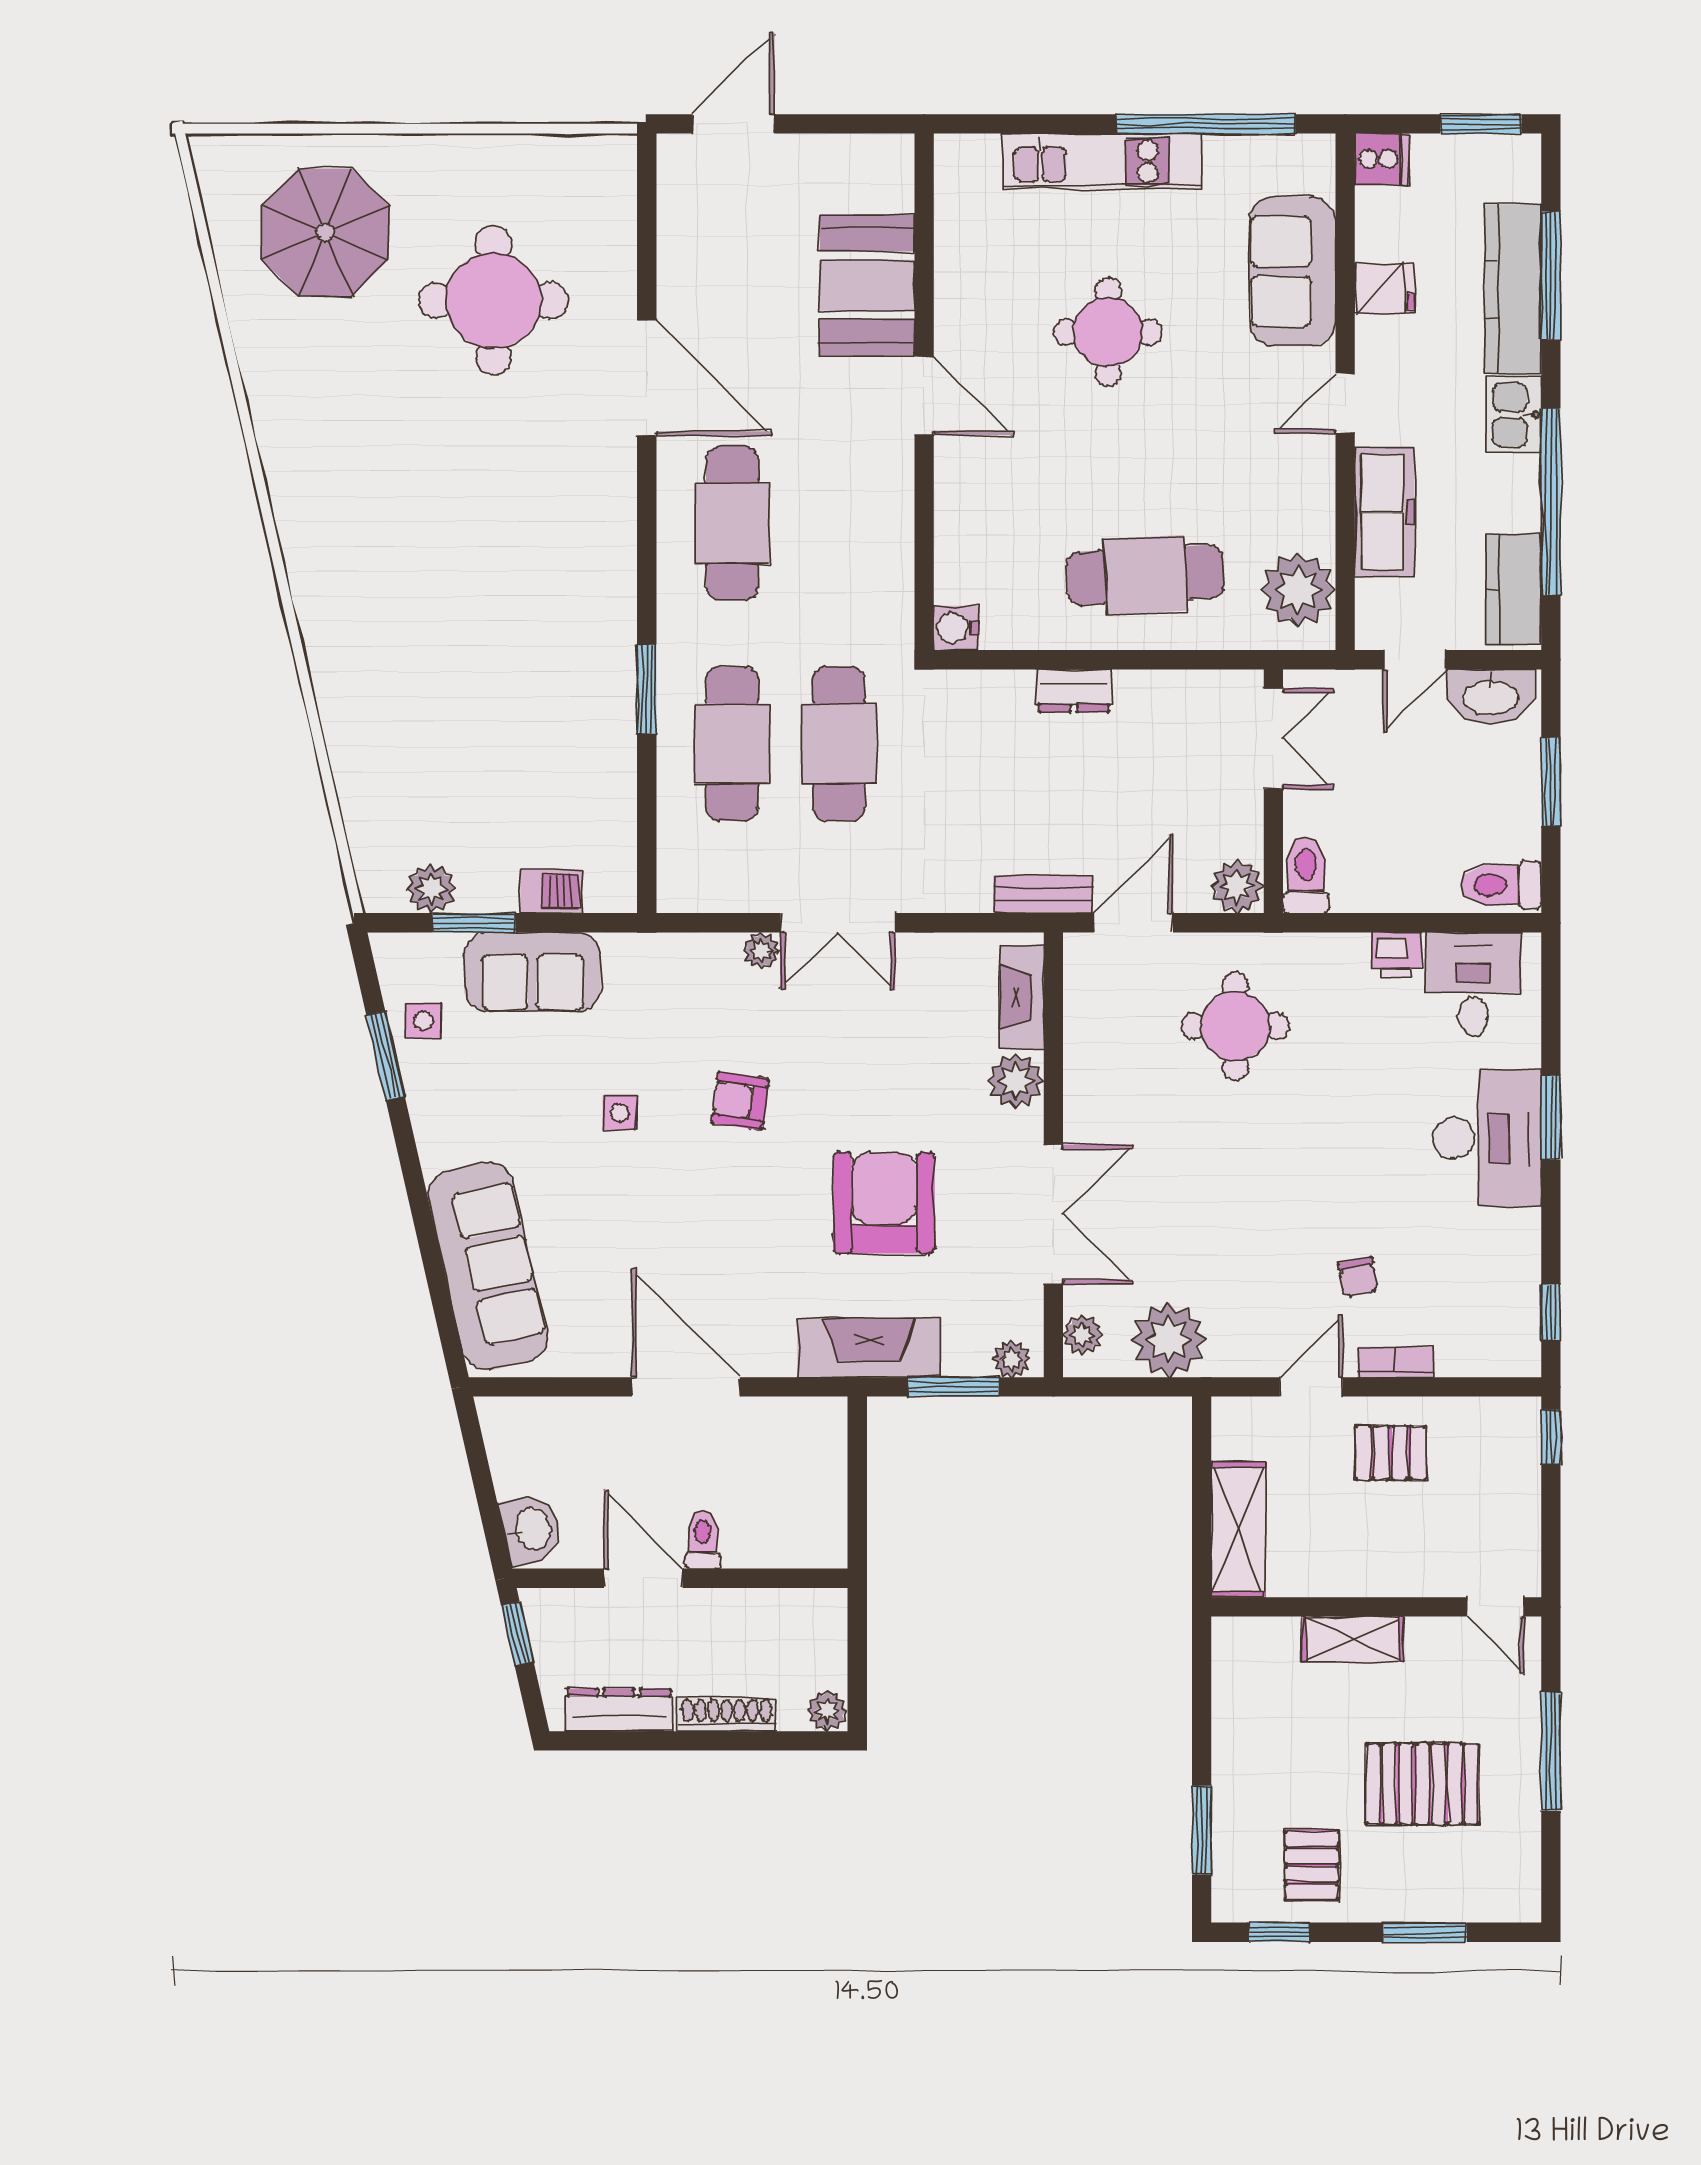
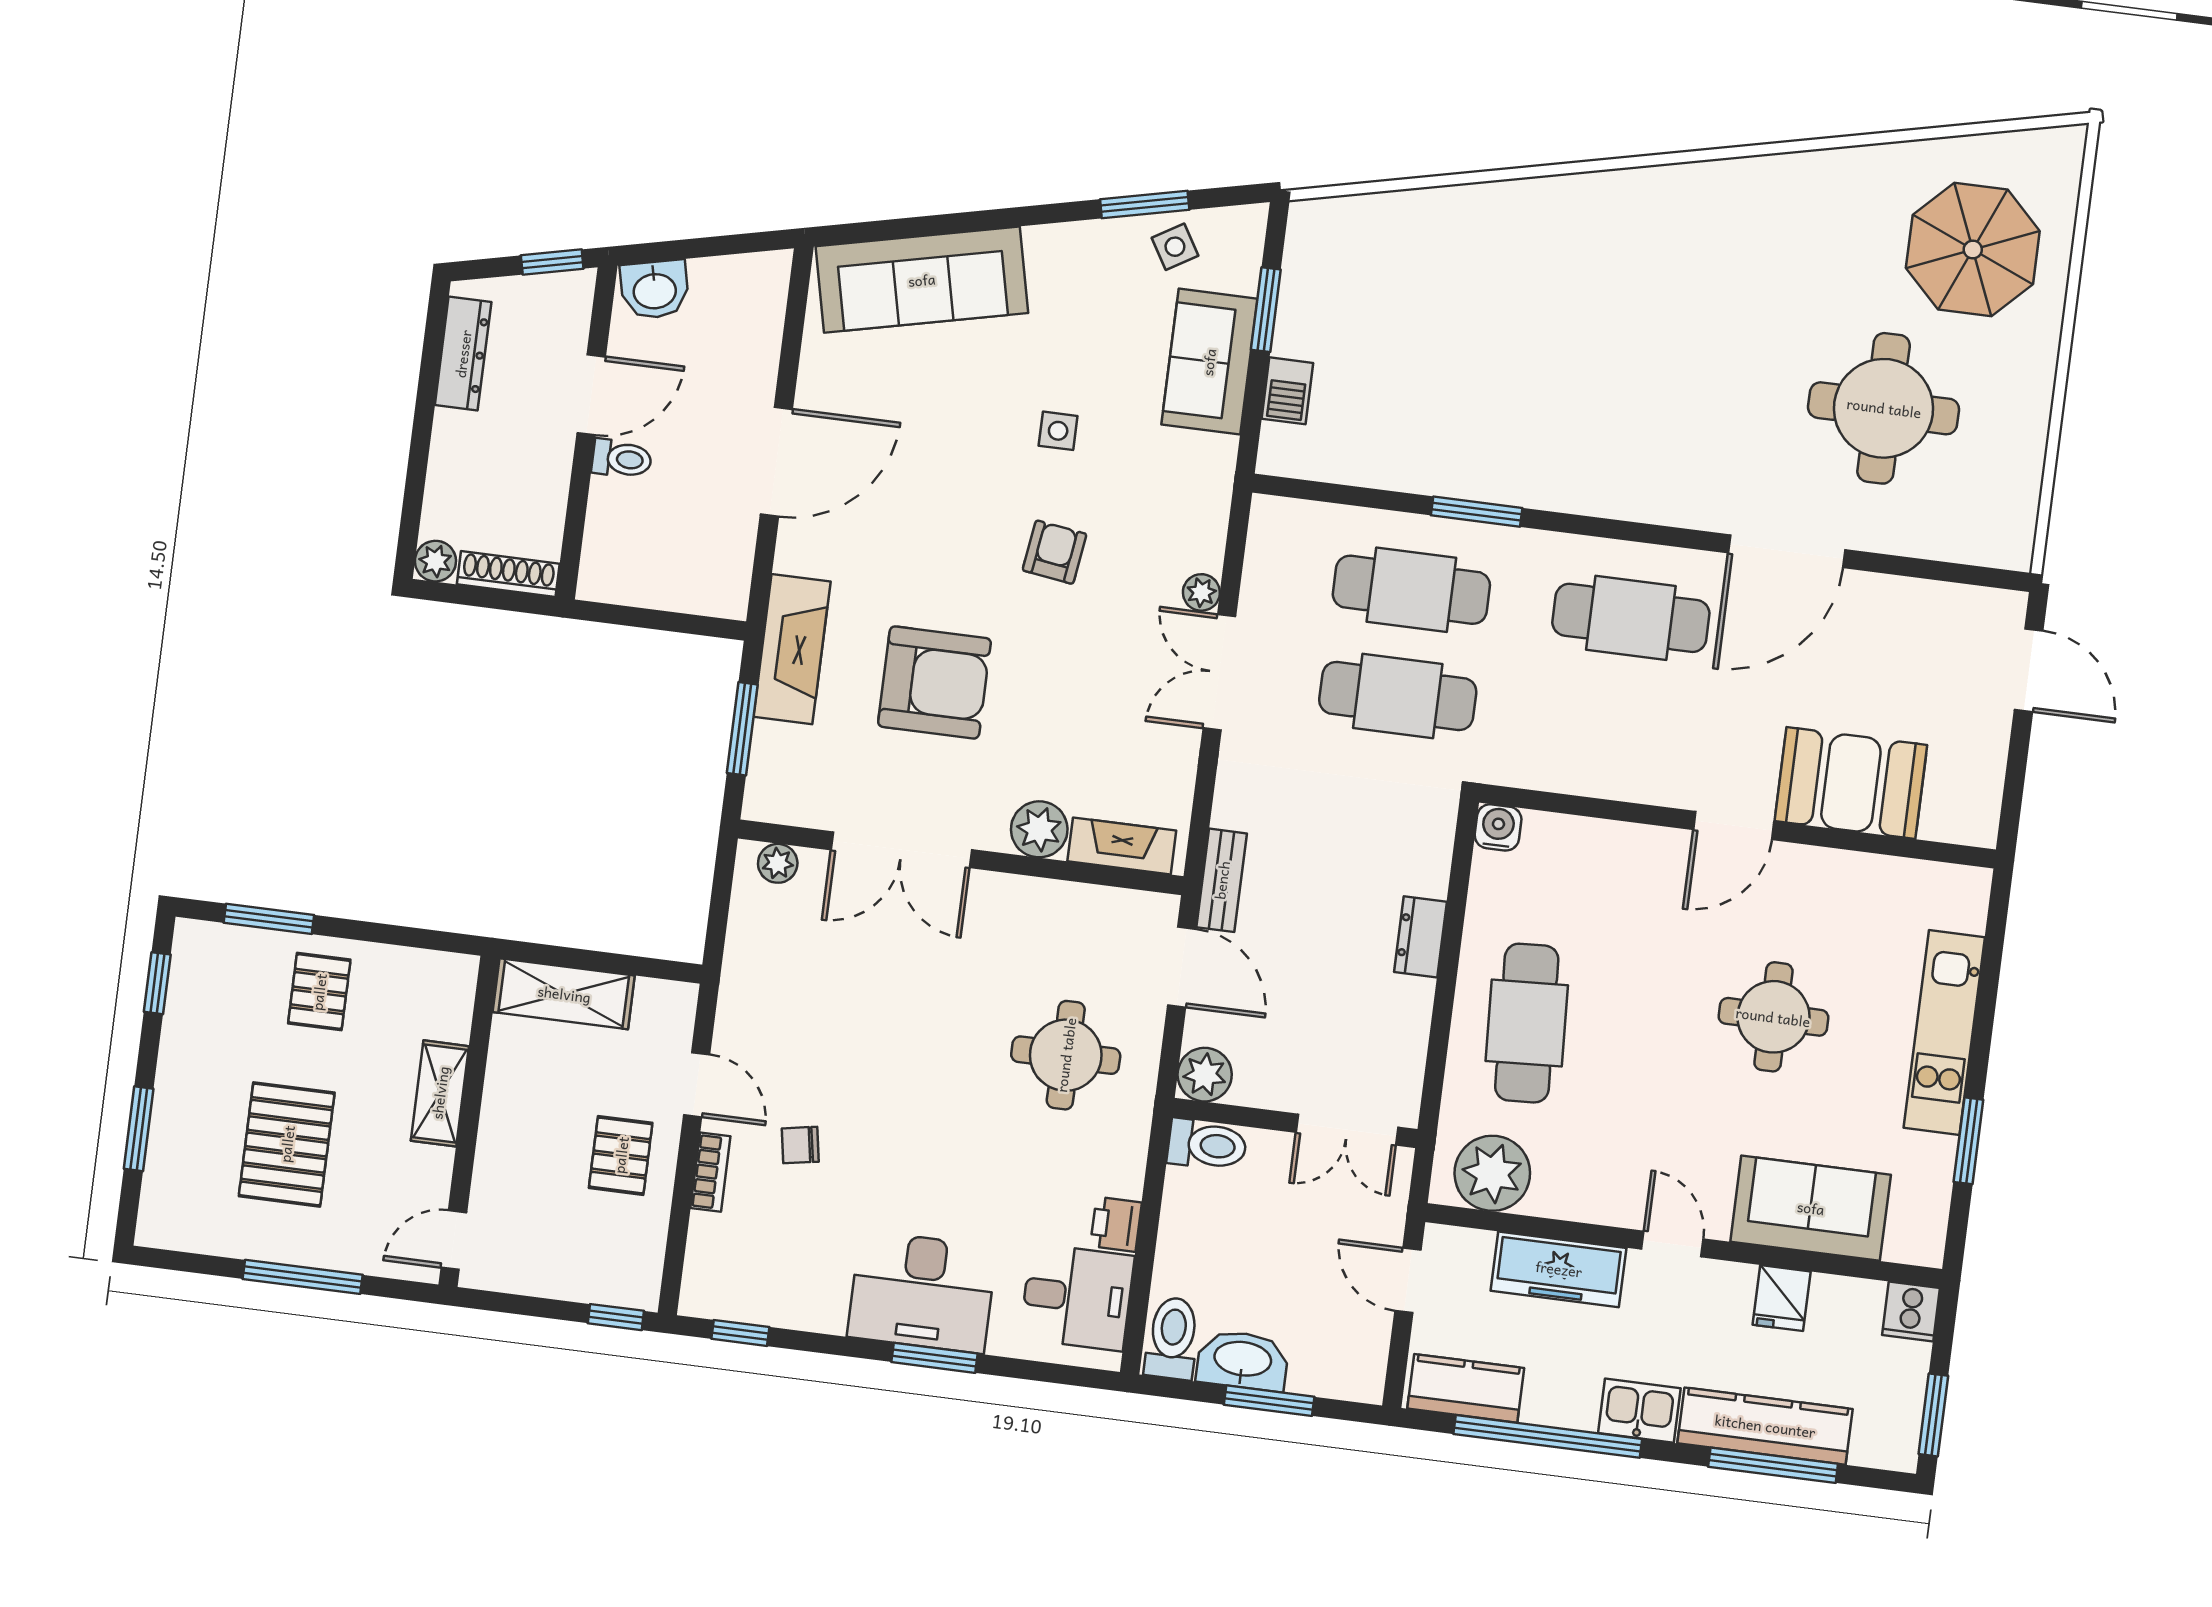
window: (1206, 124) -> (1968, 1141), width x0.47
washbasin: (1490, 696) -> (1243, 1360), moved, turned 90
plant: (431, 889) -> (1305, 271), removed
side table: (423, 1021) -> (1175, 247), turned -31
plant: (1169, 1340) -> (762, 949), removed
plant: (1011, 1359) -> (763, 790), removed
shoe rack: (727, 1714) -> (508, 574), moved, turned -90
pallet: (1312, 1865) -> (319, 992), moved, turned 90

